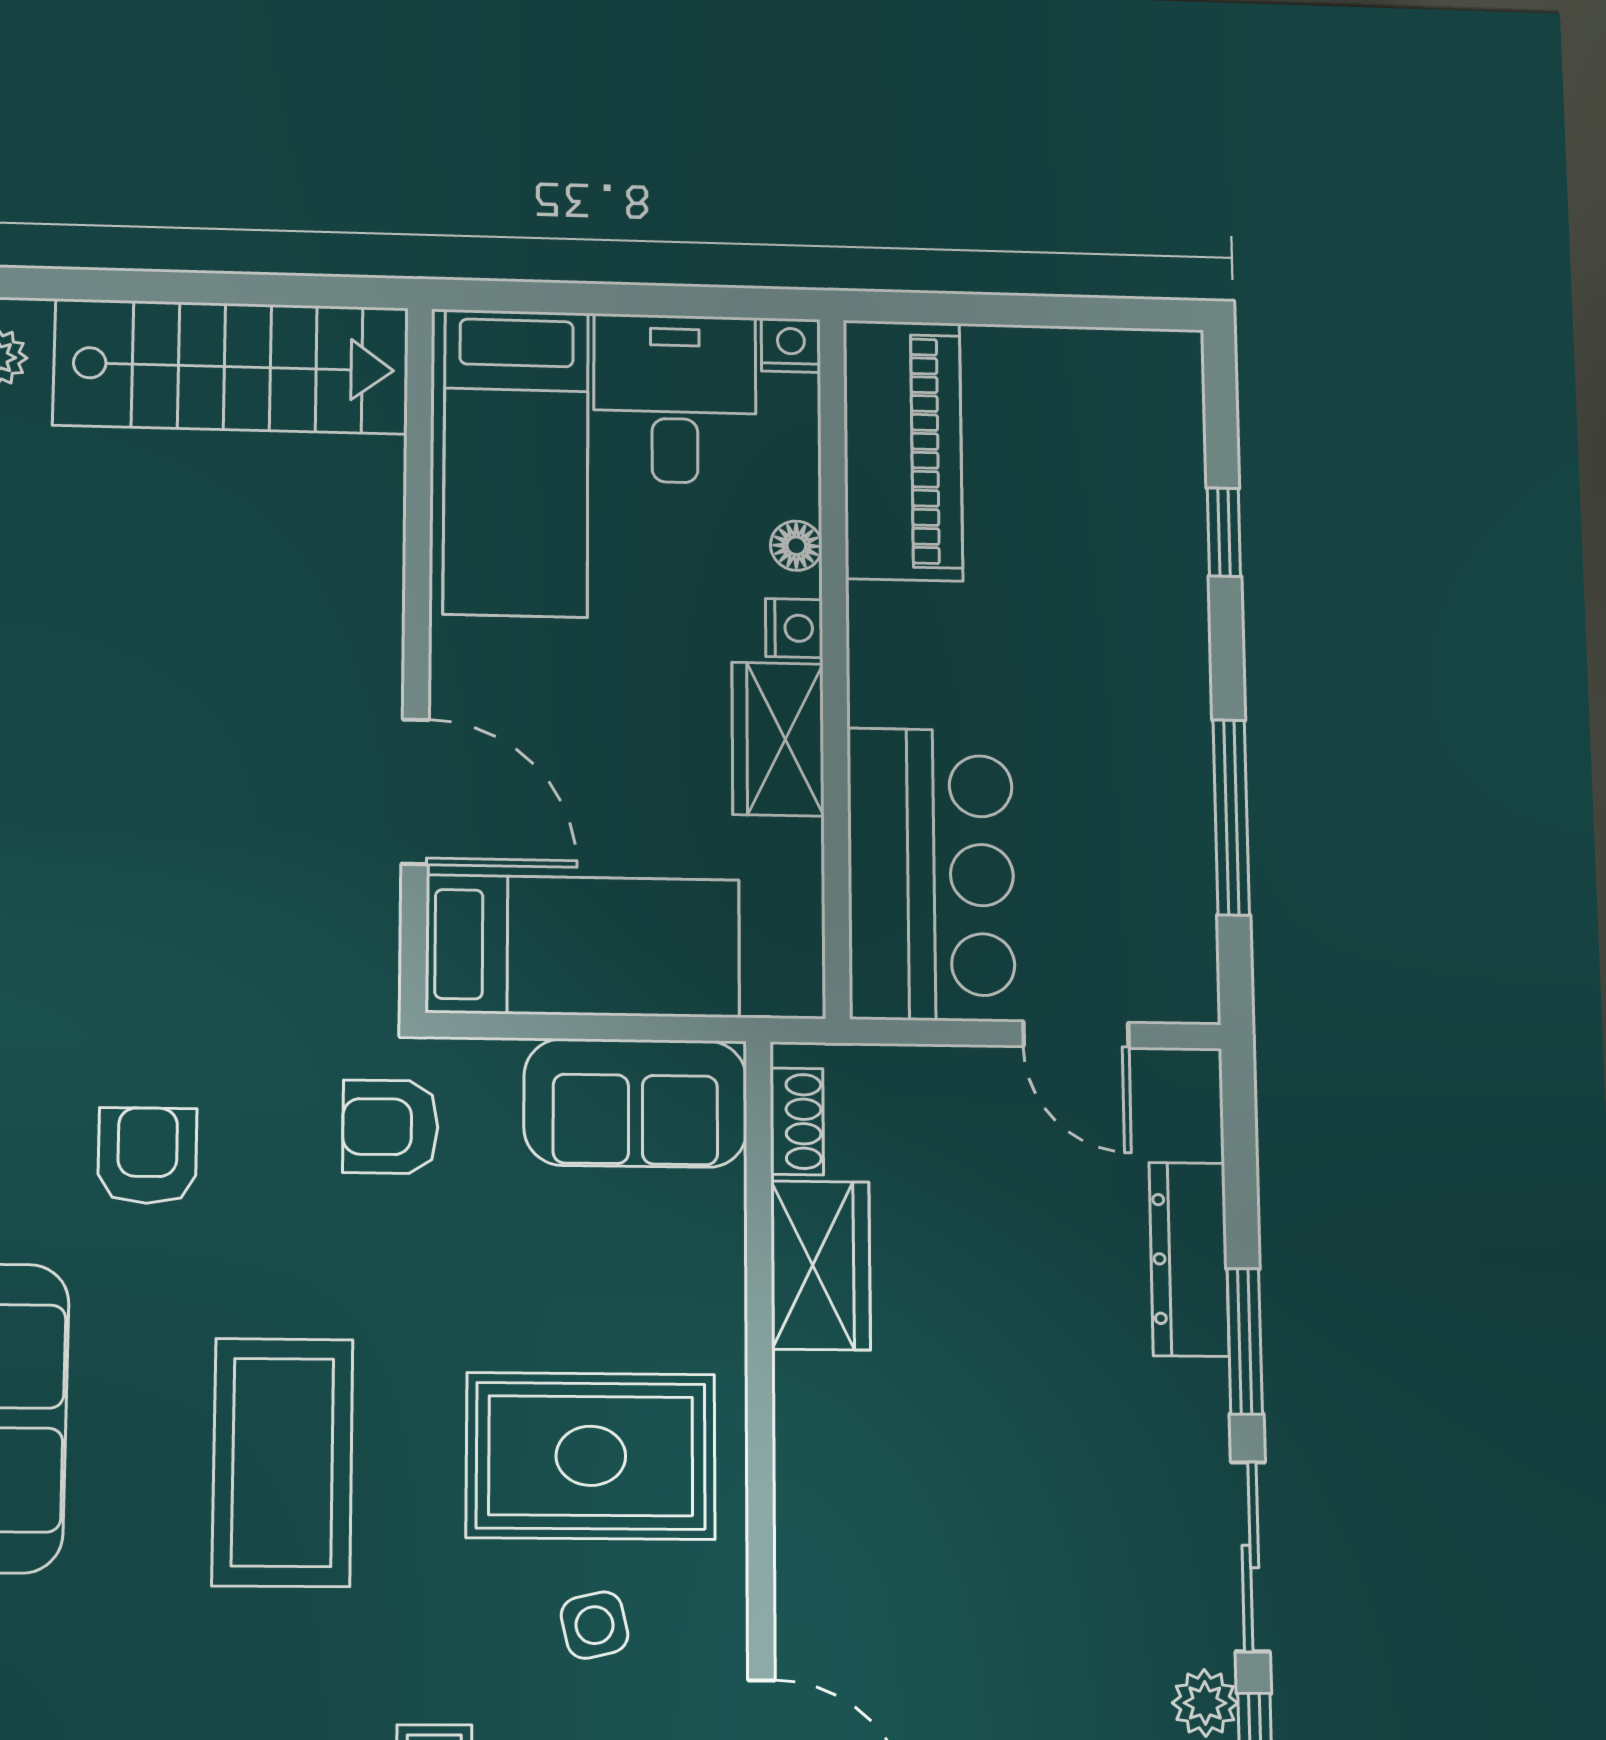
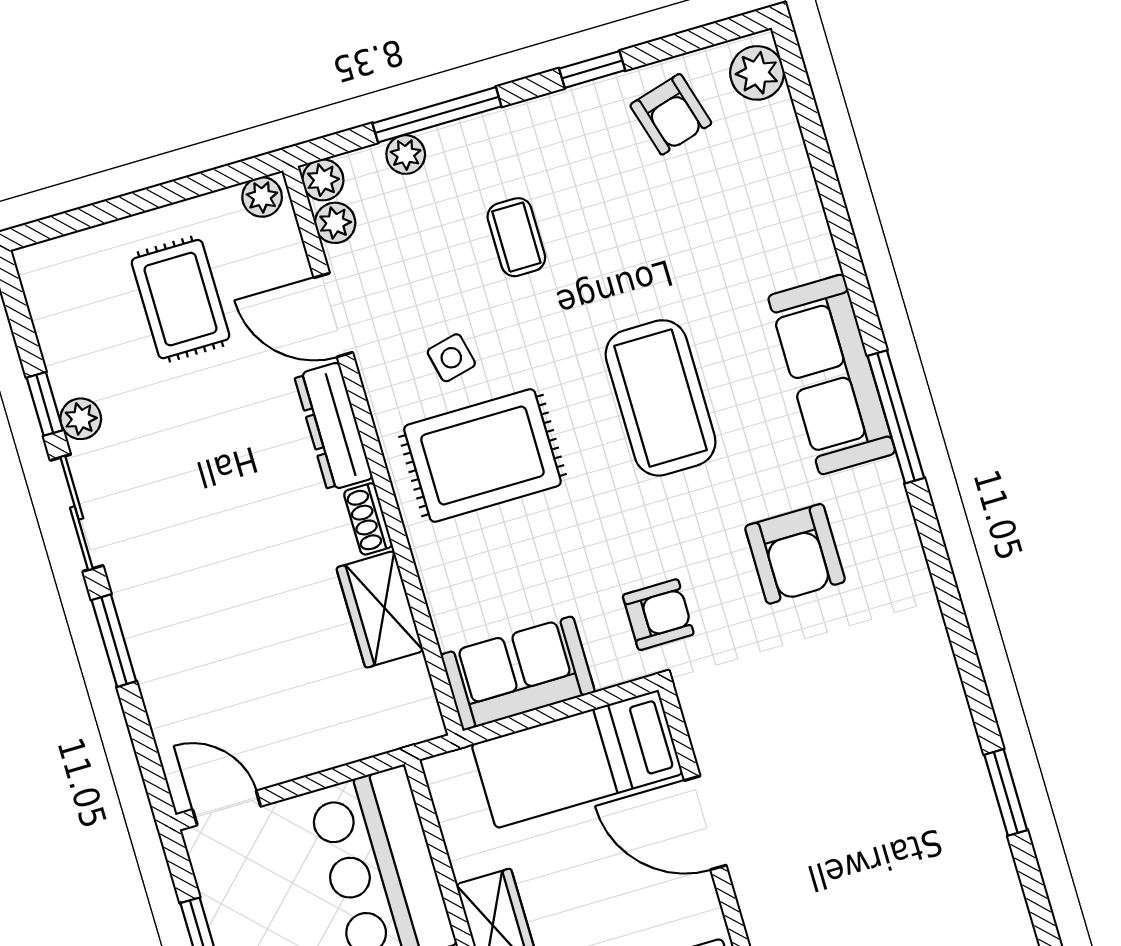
door: (1076, 1035) -> (227, 808), moved
shoe rack: (797, 1121) -> (368, 519), moved
armchair: (147, 1156) -> (795, 554), width x1.38, depth x1.38
dresser: (1189, 1259) -> (333, 427), moved, turned 180

